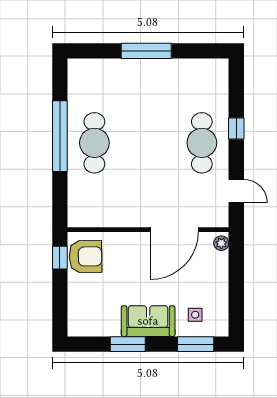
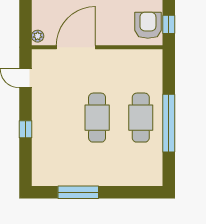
window: (146, 51) -> (78, 192), moved
cafe table: (202, 143) -> (97, 118), moved
armchair: (86, 257) -> (148, 25), turned 91

